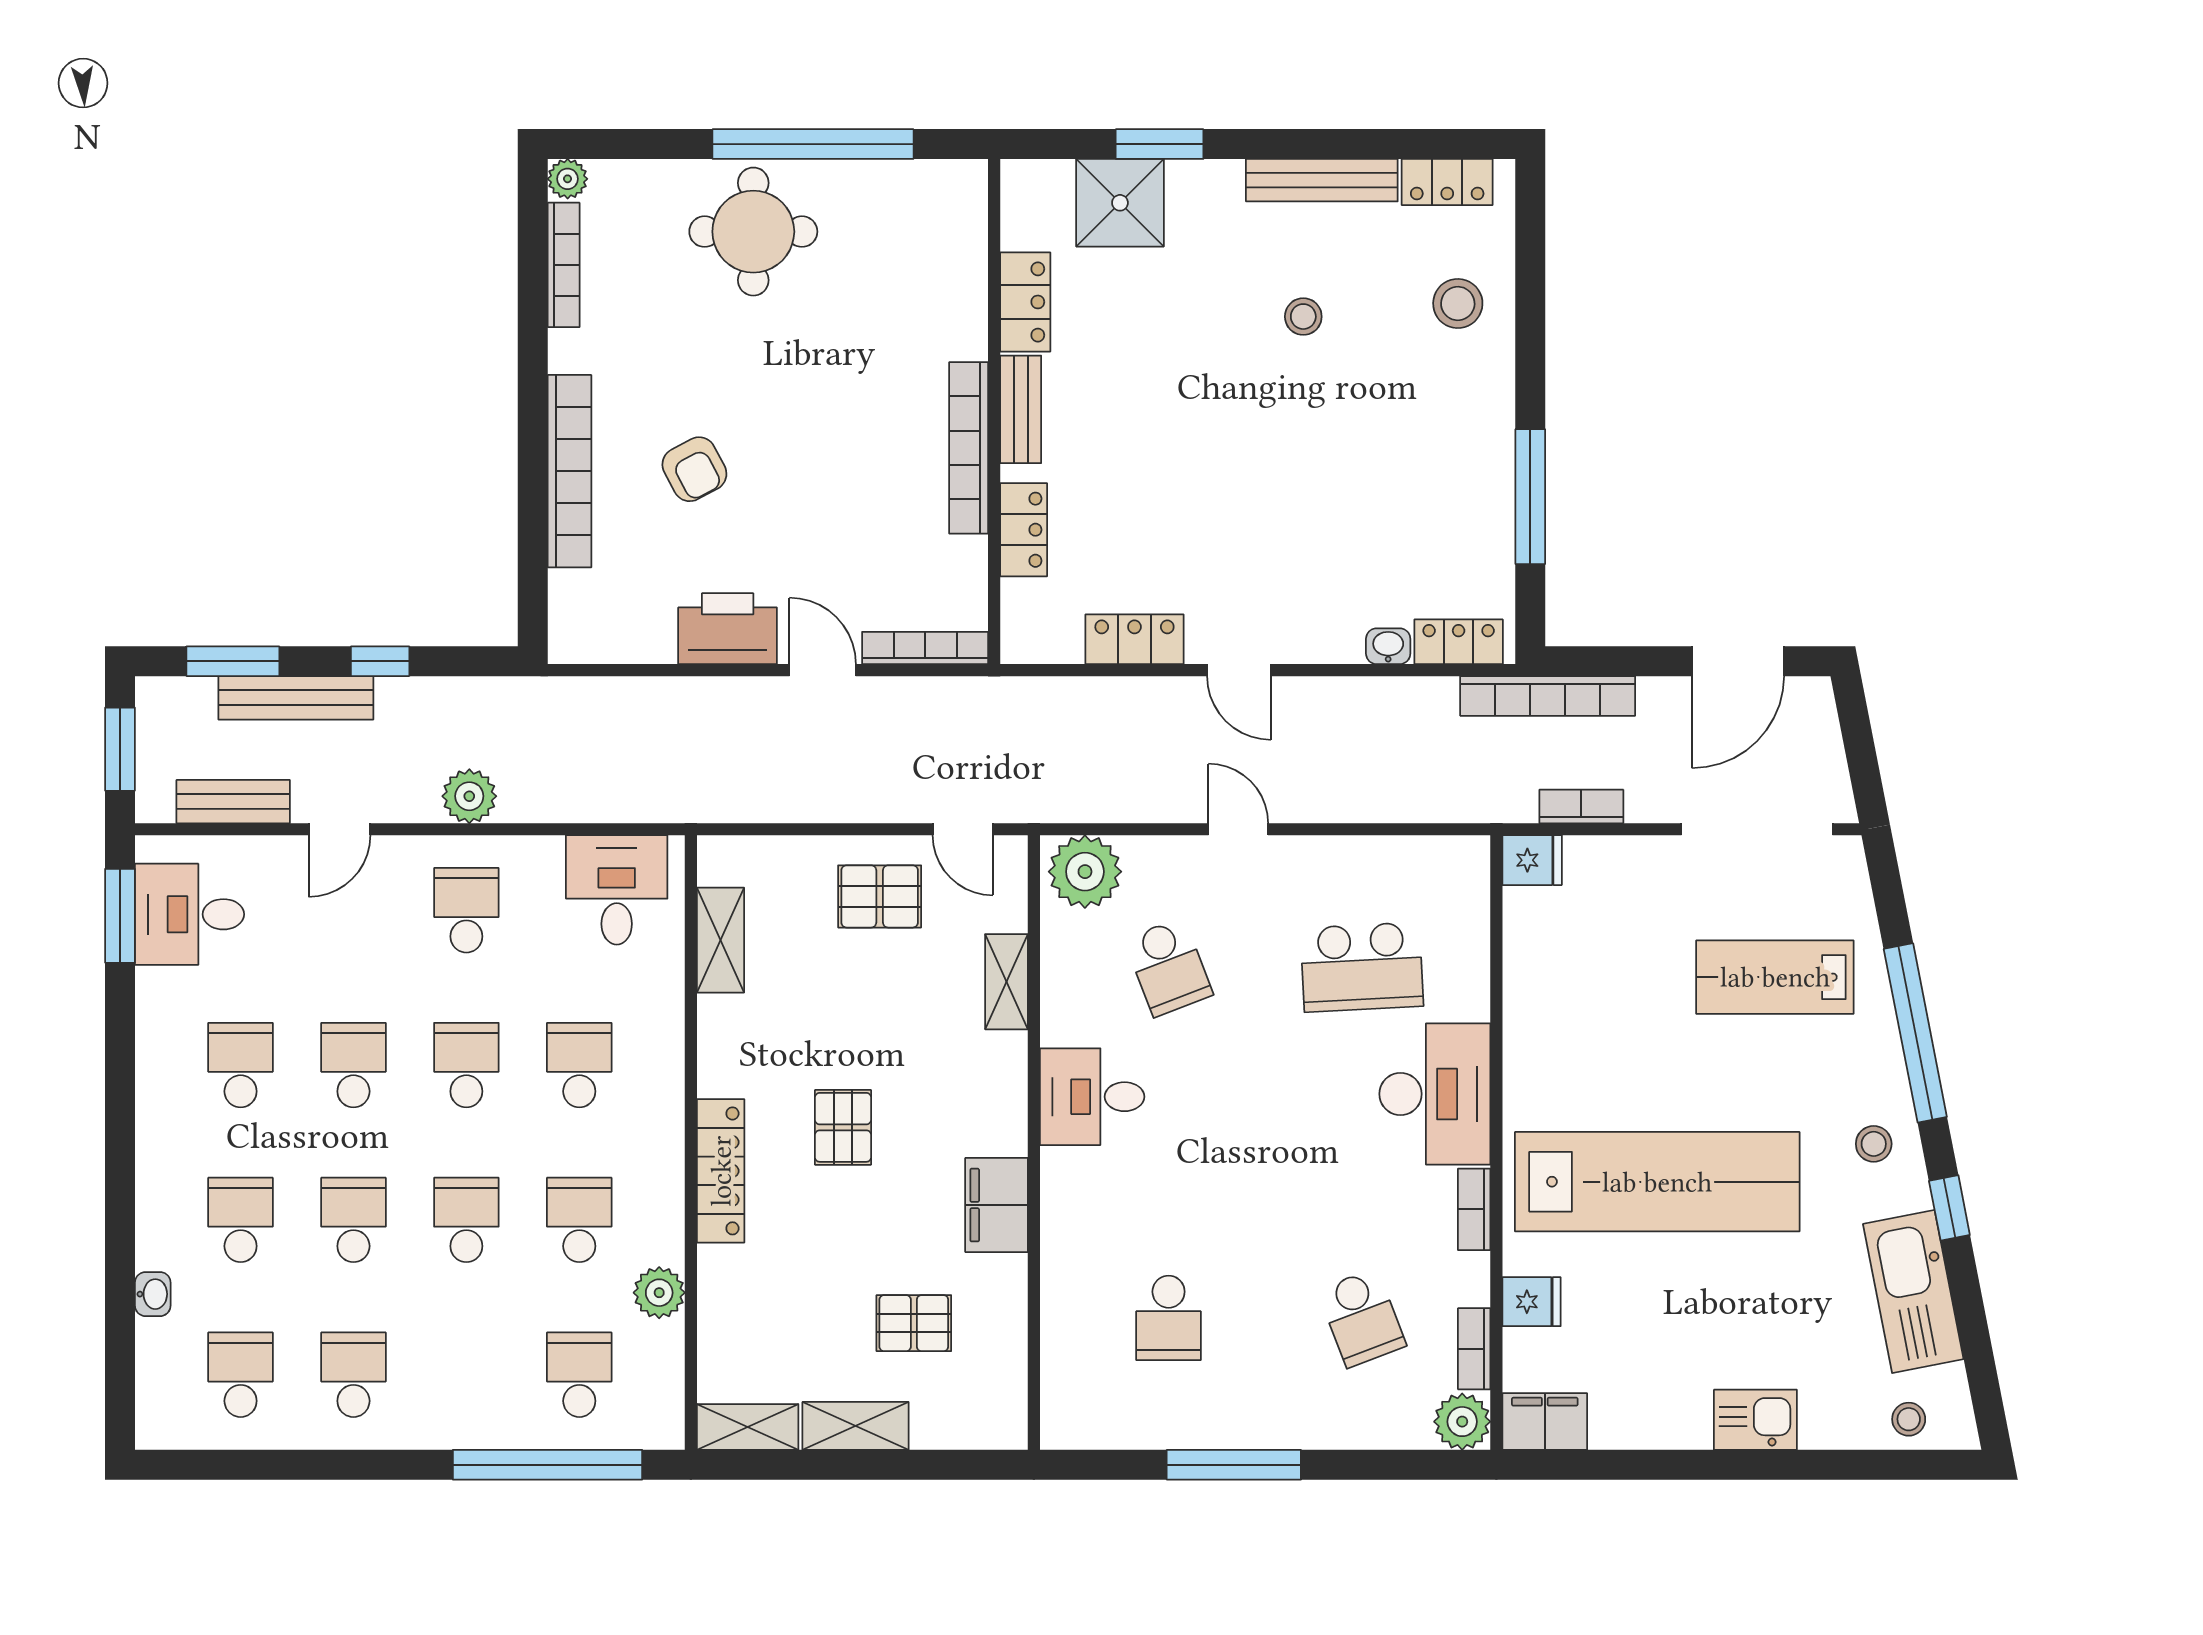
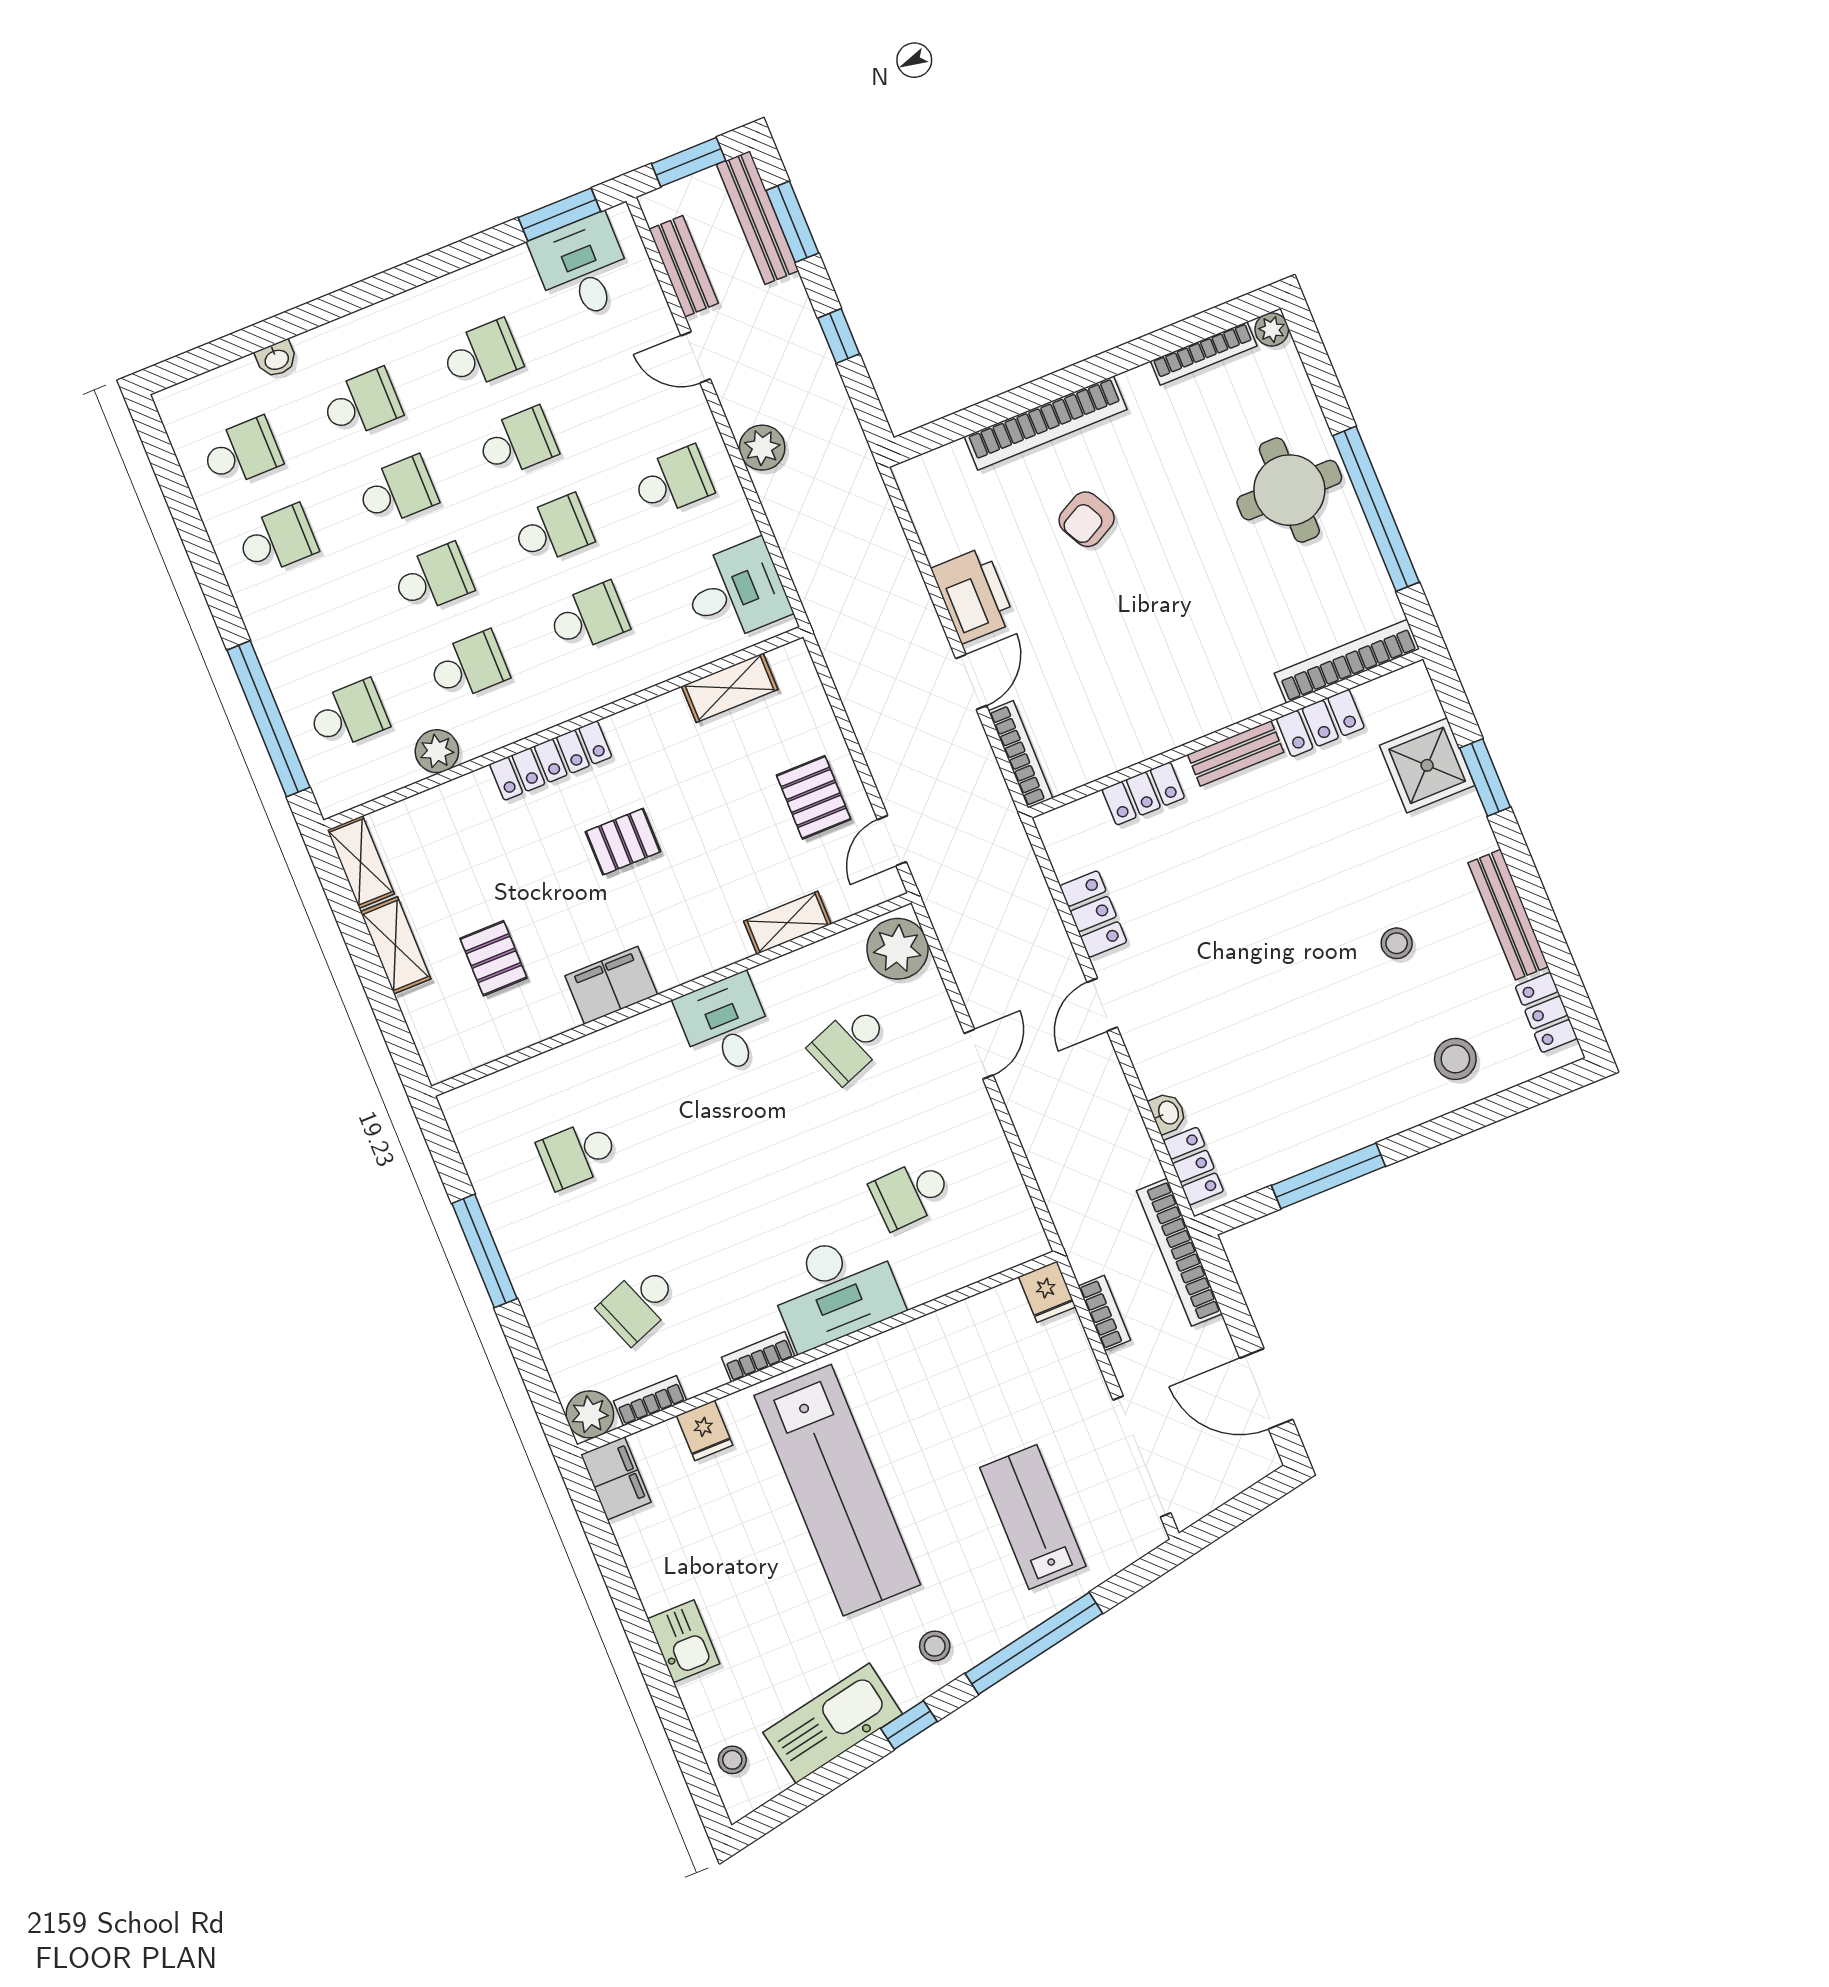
bookcase: (969, 448) -> (1347, 661), moved
bench: (296, 698) -> (758, 218), moved
school desk: (1362, 967) -> (911, 1193), width x0.54

